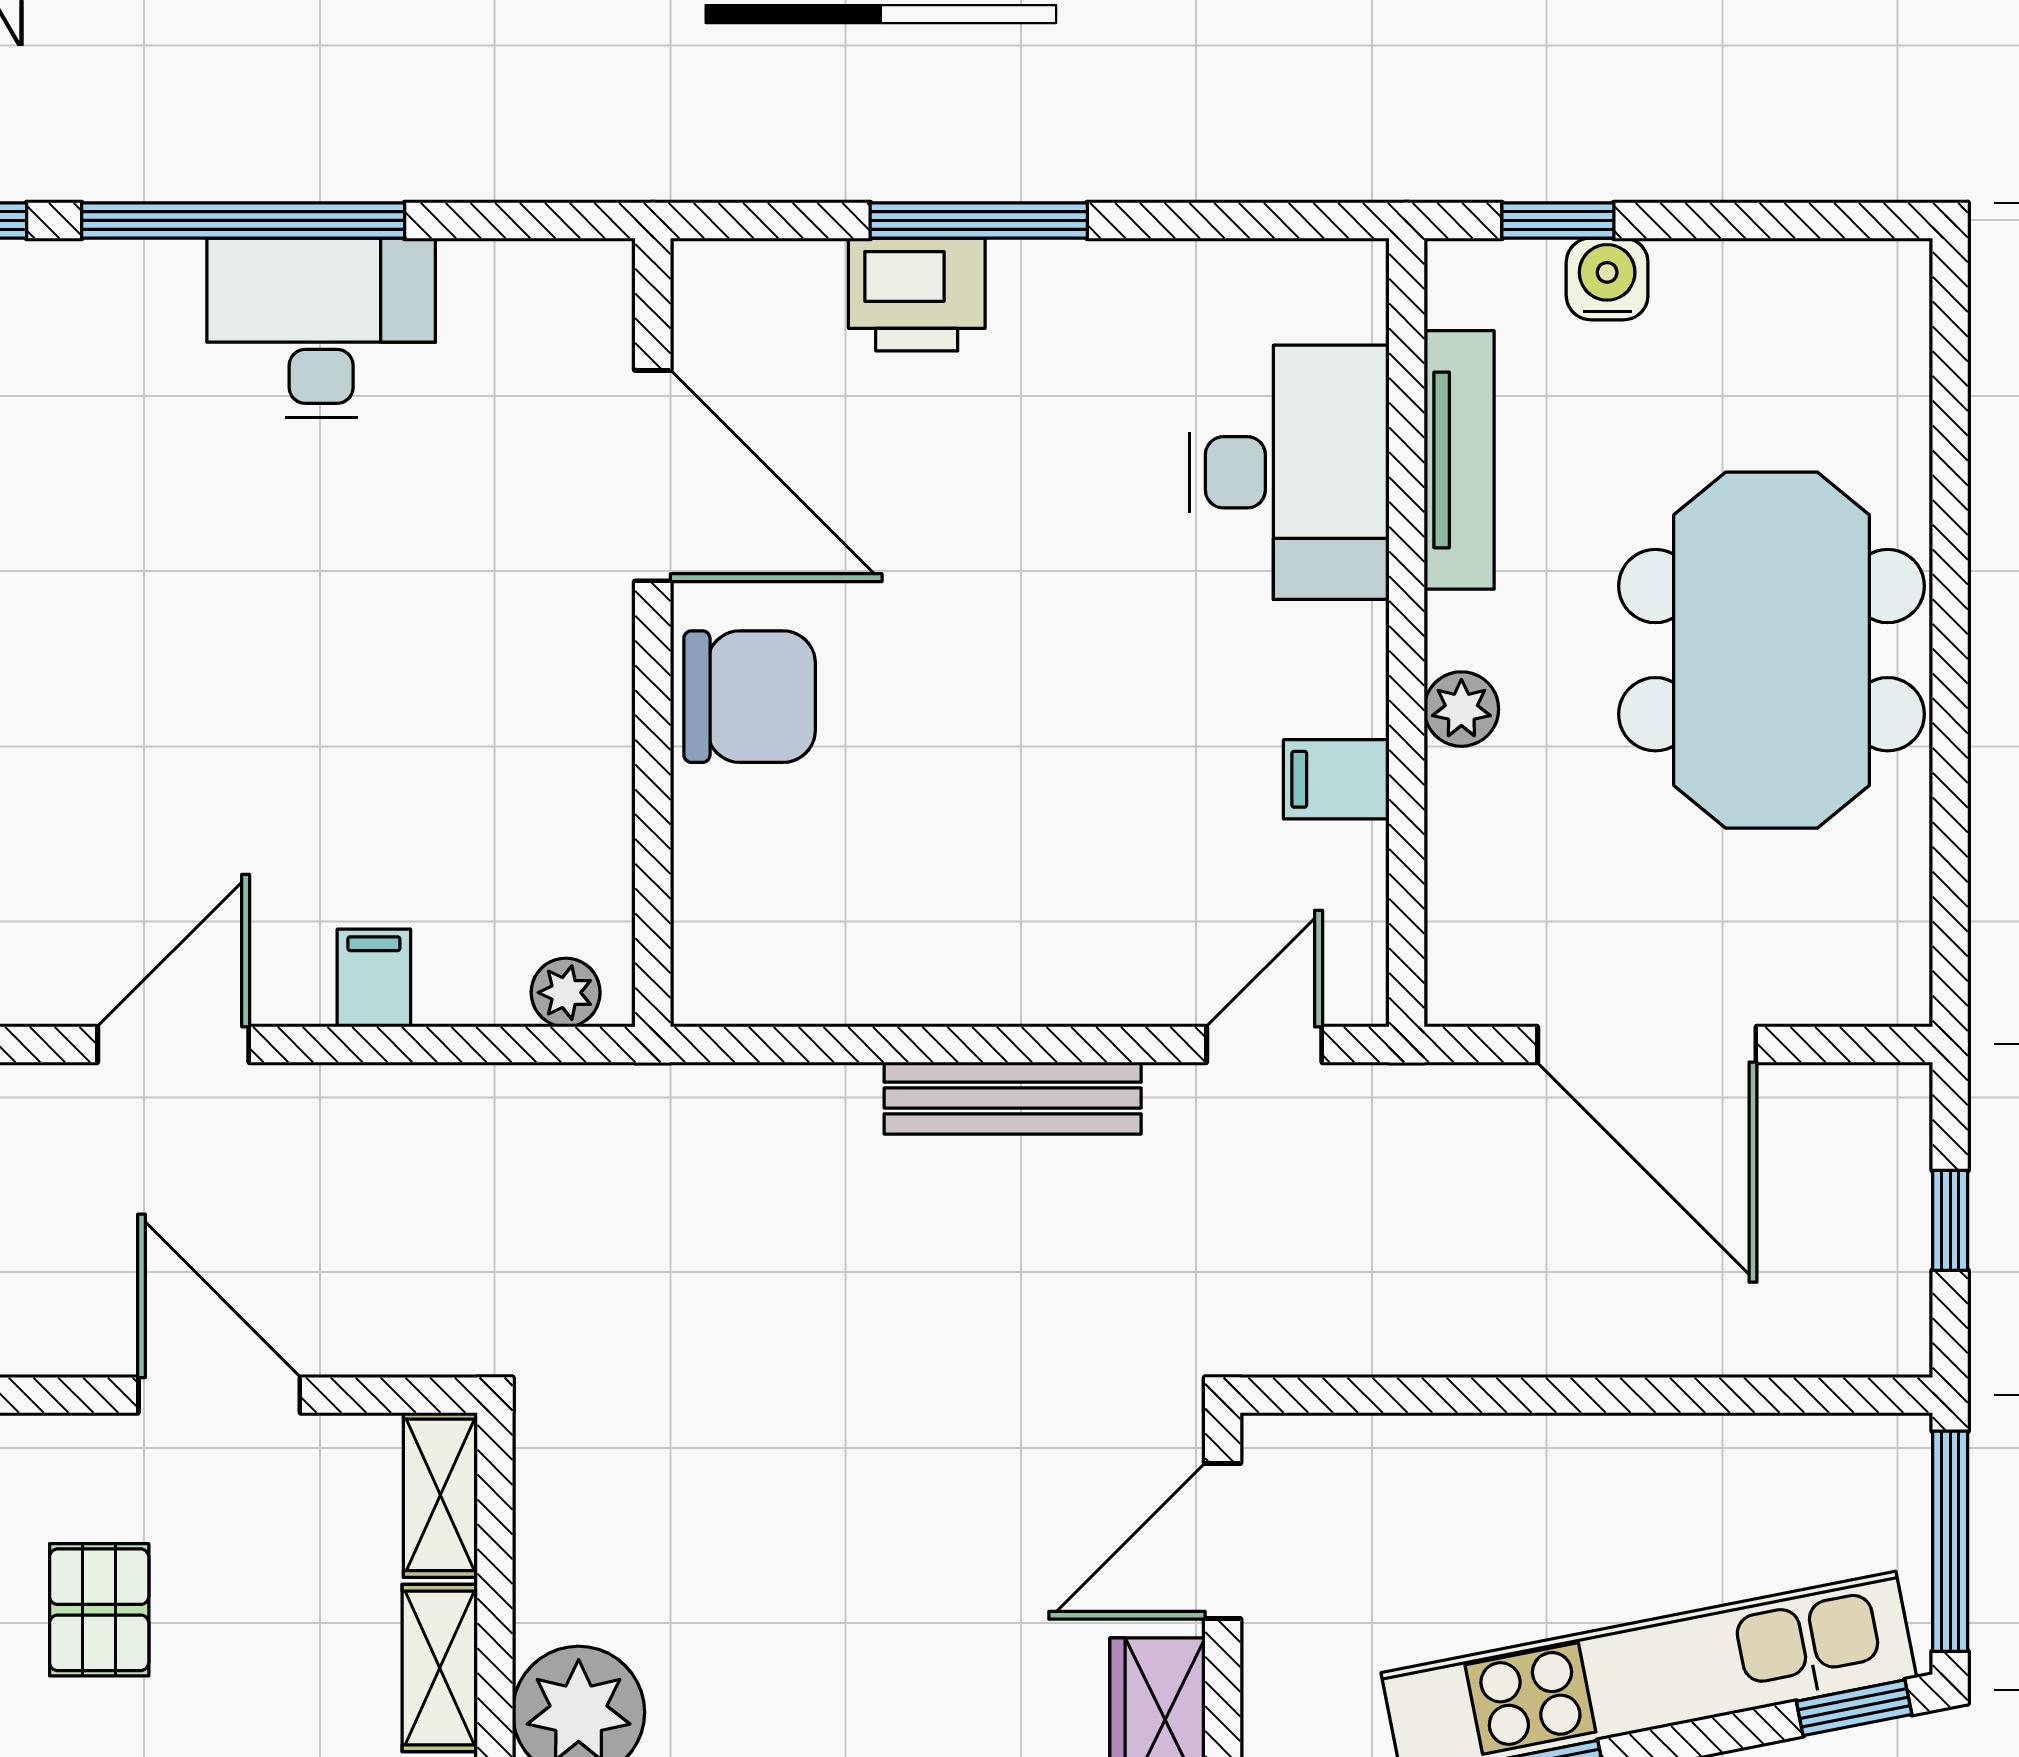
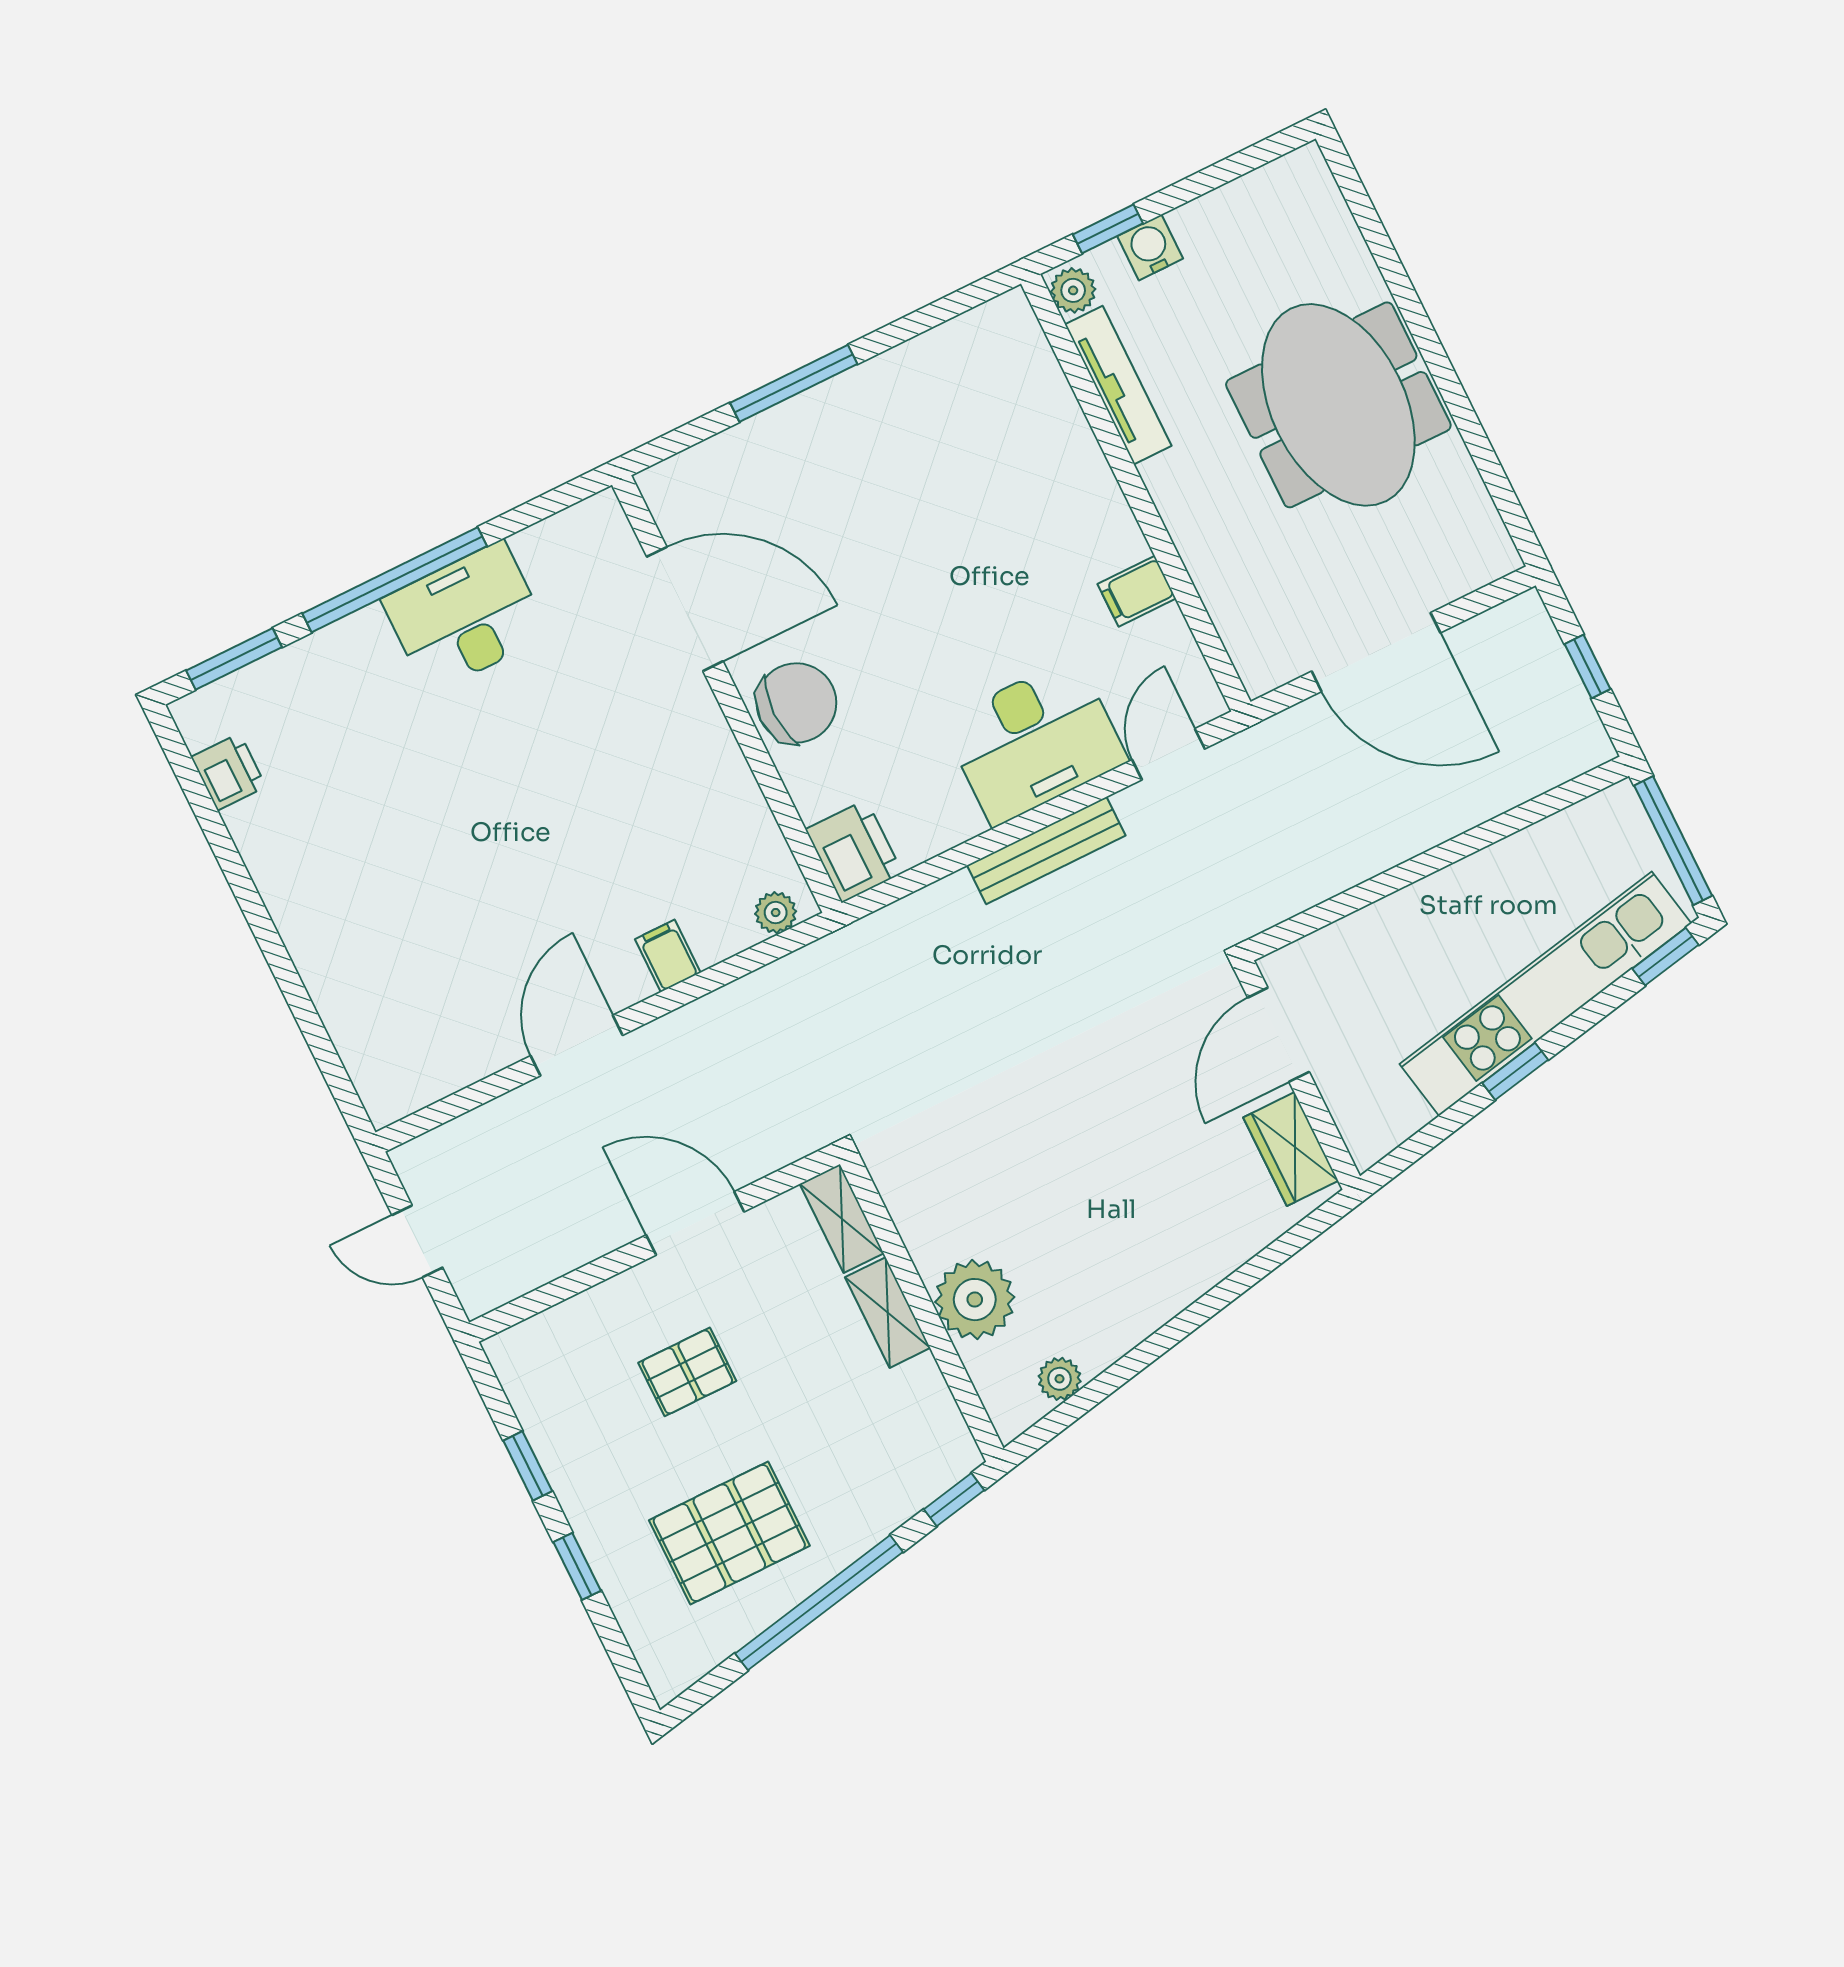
printer: (917, 295) -> (854, 851), moved, turned -90
desk: (1289, 472) -> (1034, 741), moved, turned 90
plant: (1461, 709) -> (1073, 290), moved
pallet: (99, 1610) -> (687, 1372), turned 90

